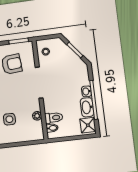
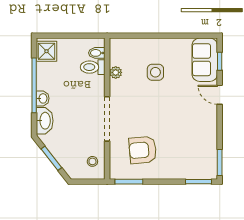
washbasin: (87, 107) -> (45, 121), moved

